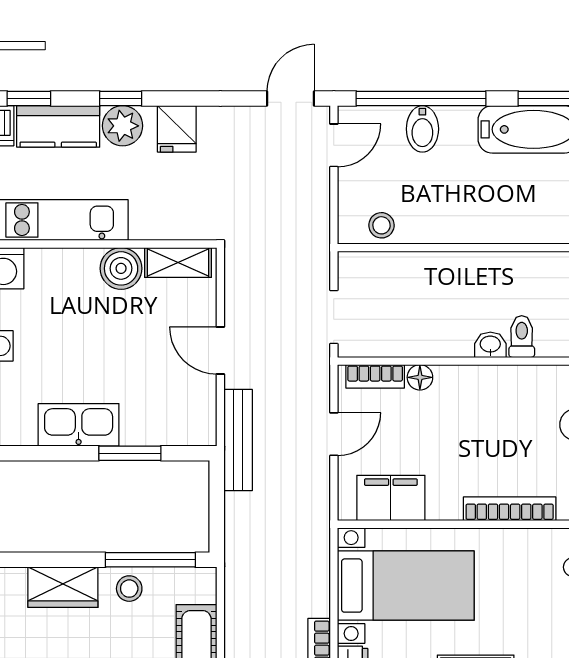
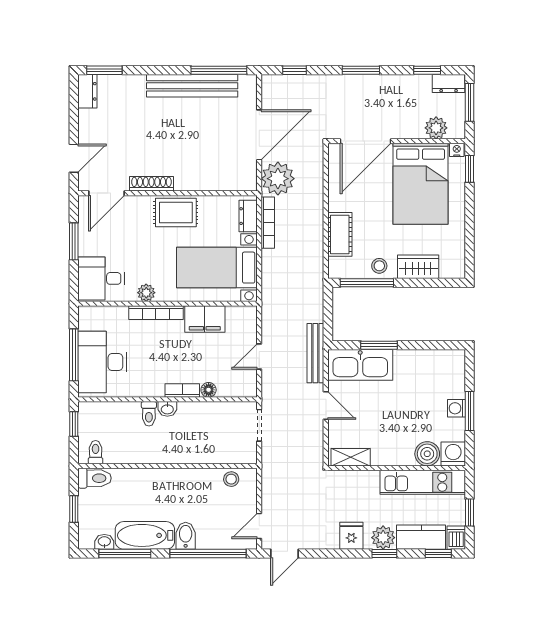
bidet: (422, 129) -> (186, 536), moved
boiler: (121, 268) -> (427, 454), moved
bookcase: (375, 376) -> (182, 390), moved
kitchen sink: (79, 425) -> (360, 365), moved, width x1.36, depth x1.24
filing cabinet: (391, 498) -> (205, 319), moved
plant: (526, 543) -> (146, 293), added

